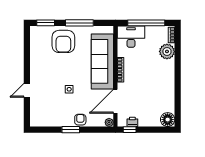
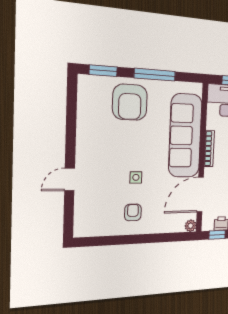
armchair: (80, 120) -> (133, 212), moved
window: (71, 130) -> (136, 239), removed

